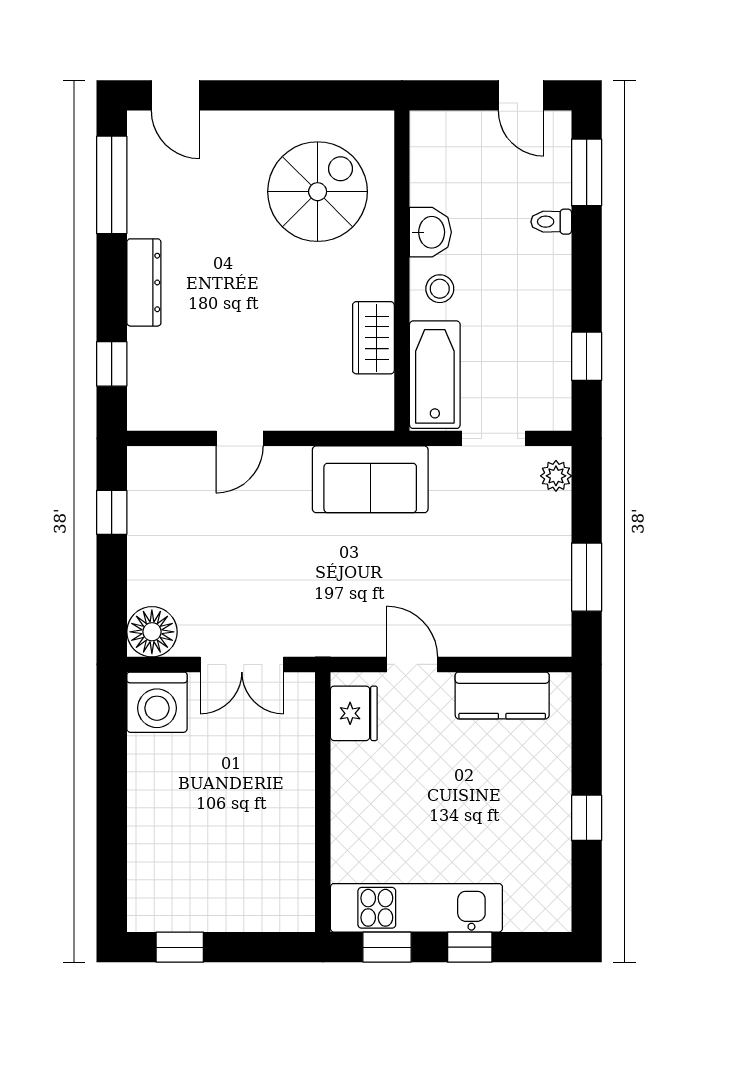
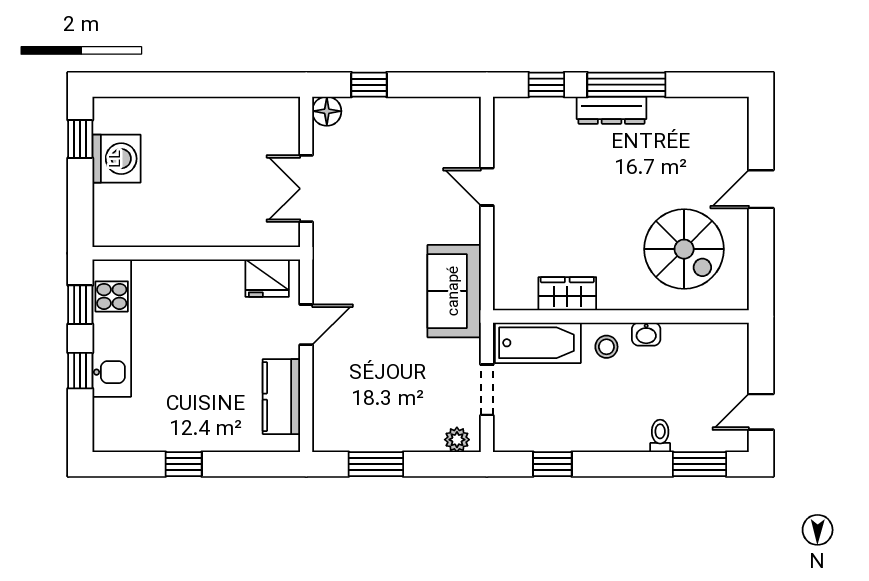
door: (175, 95) -> (761, 189), moved
window: (112, 185) -> (626, 85), moved
washbasin: (430, 232) -> (646, 334), width x0.72, depth x0.69
window: (112, 512) -> (369, 85), moved
floor lamp: (152, 632) -> (327, 111), width x0.73, depth x0.73
washing machine: (157, 702) -> (116, 159), moved, turned 180

